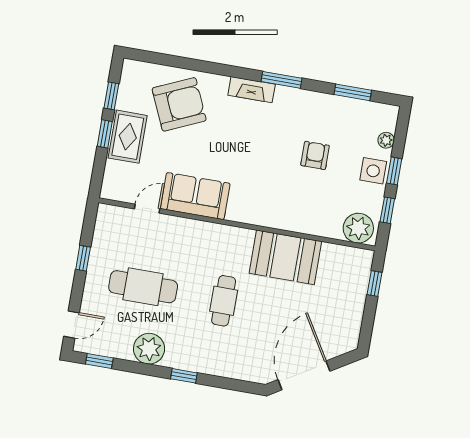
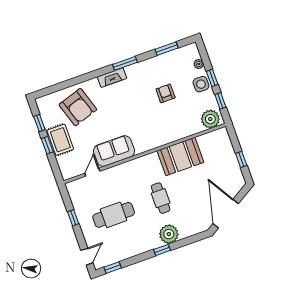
armchair: (179, 104) -> (78, 107), turned 96
window: (375, 284) -> (241, 159), moved
plant: (149, 349) -> (169, 234), moved

